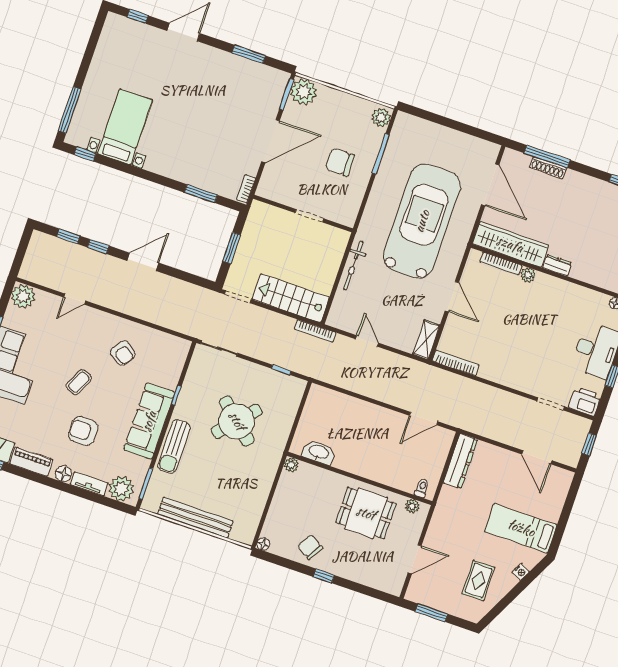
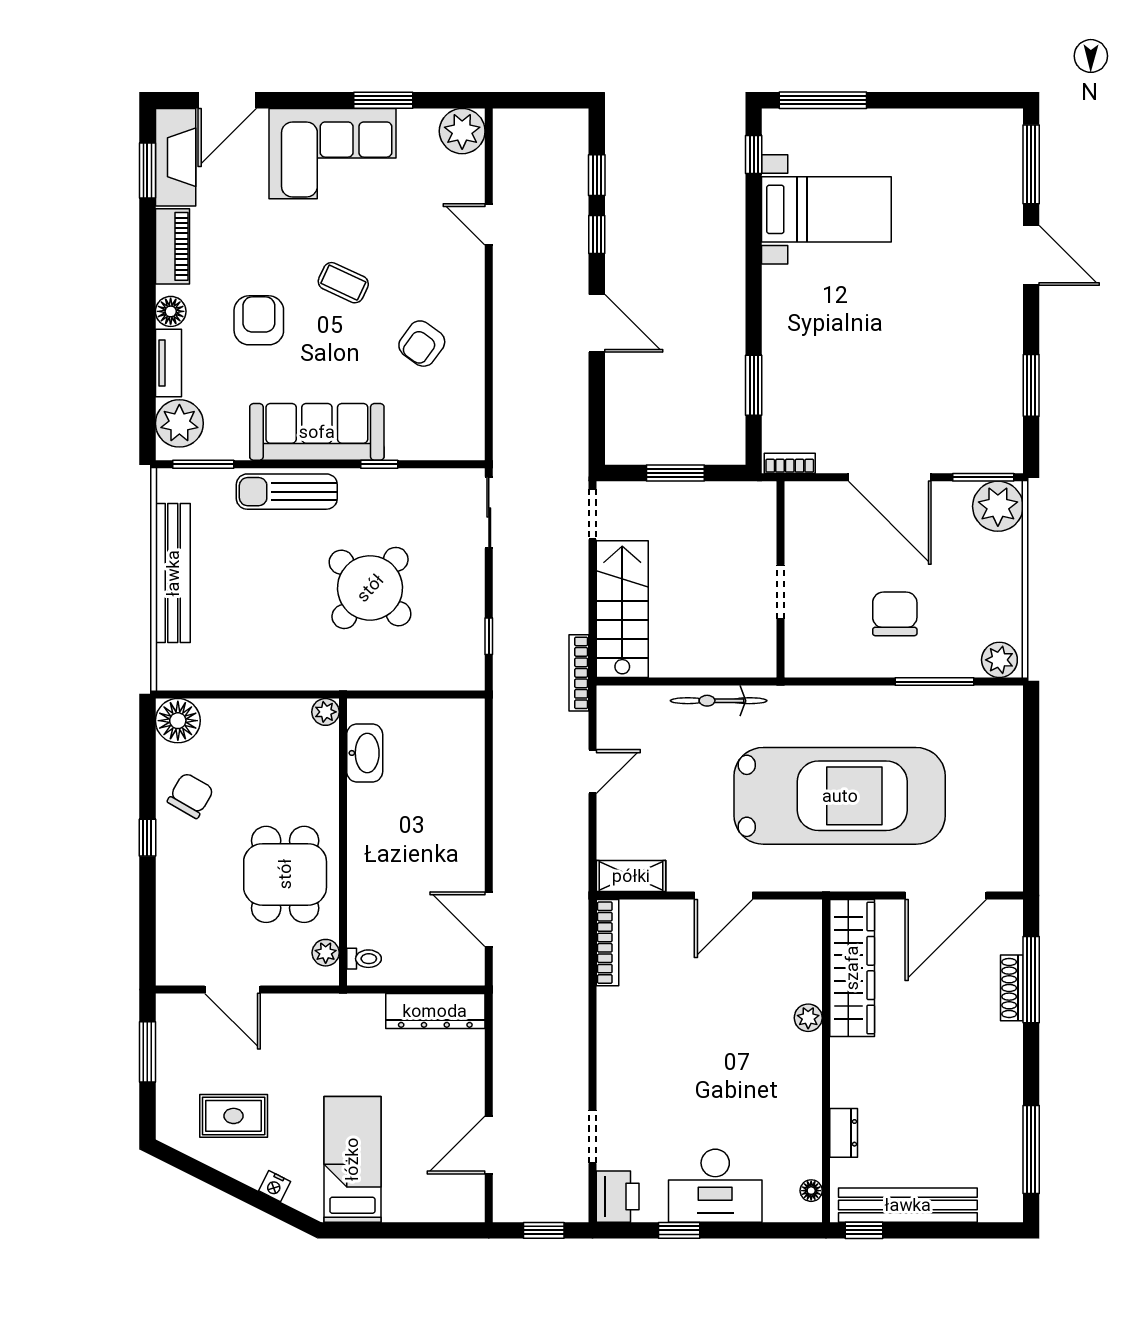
window: (138, 16) -> (1031, 164), width x2.17
bookcase: (501, 264) -> (812, 963), removed
dresser: (557, 265) -> (844, 1133), moved
floor lamp: (263, 544) -> (178, 721), width x1.89, depth x1.89

